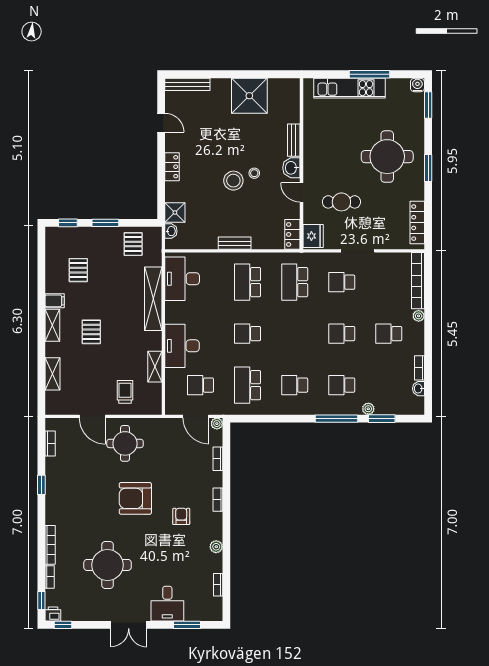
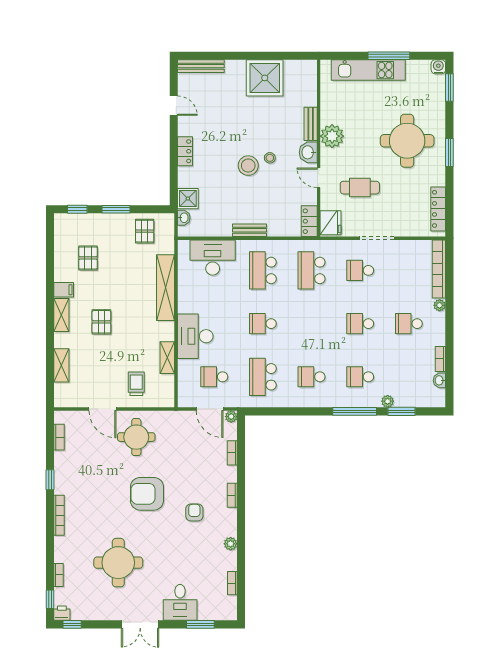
plant: (315, 152) -> (332, 136), added
desk: (182, 279) -> (213, 258), moved, turned 90
bookcase: (50, 545) -> (59, 515), moved

